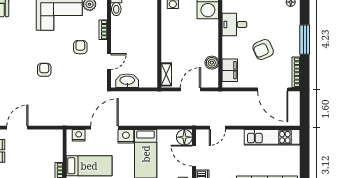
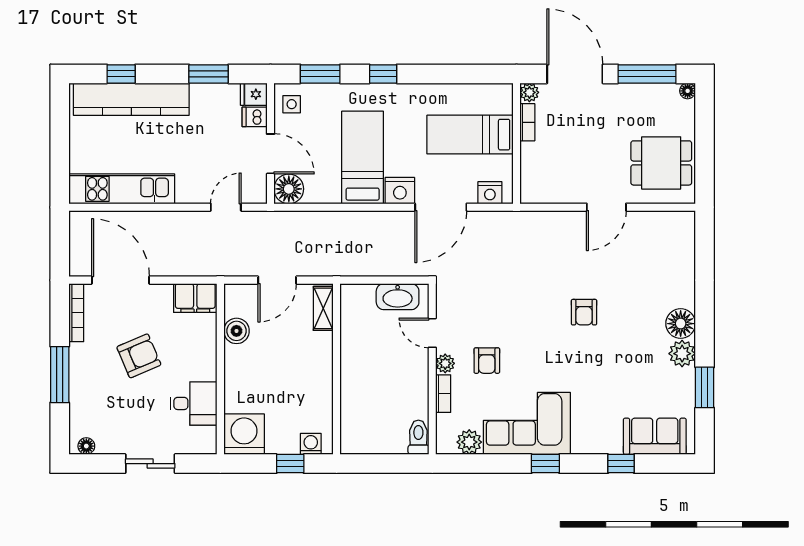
plant: (102, 46) -> (445, 363), added
door: (109, 62) -> (432, 333), hinge flipped
armchair: (44, 70) -> (584, 312), moved
filing cabinet: (230, 70) -> (195, 298), moved, turned -90

